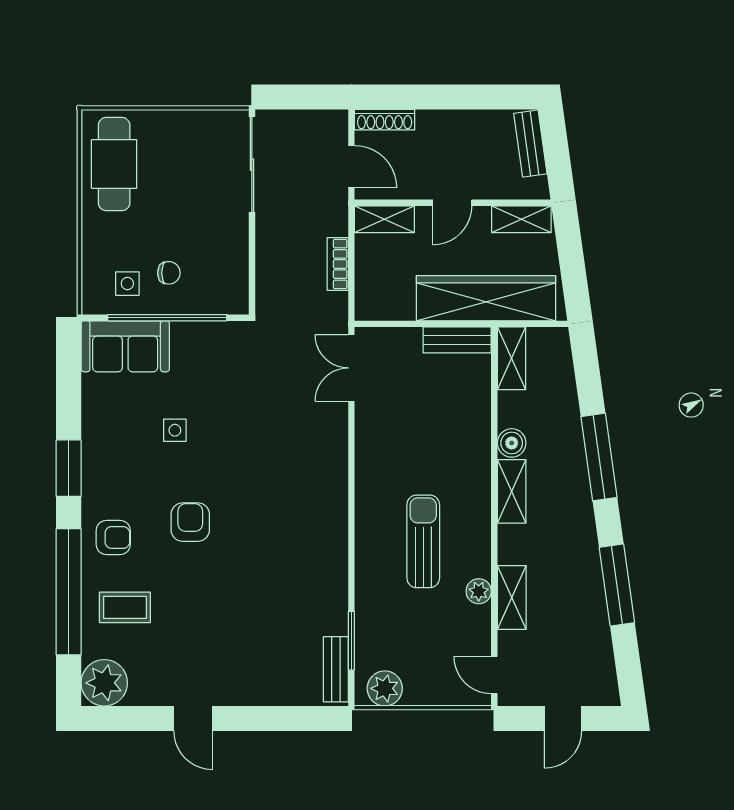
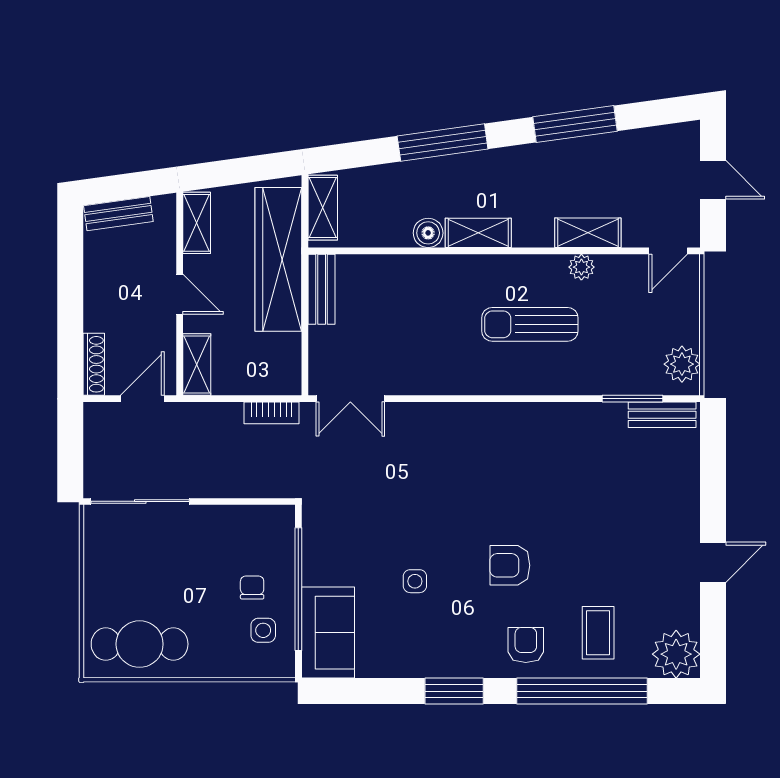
bookcase: (338, 264) -> (271, 413), moved
shelving: (512, 358) -> (323, 208), moved, turned 90

